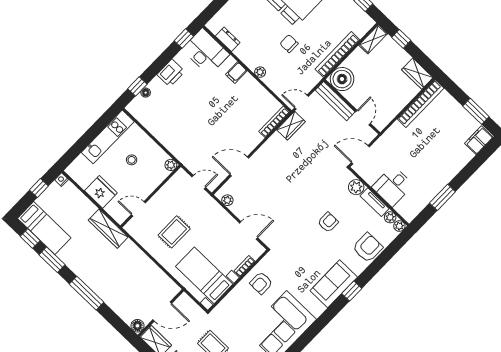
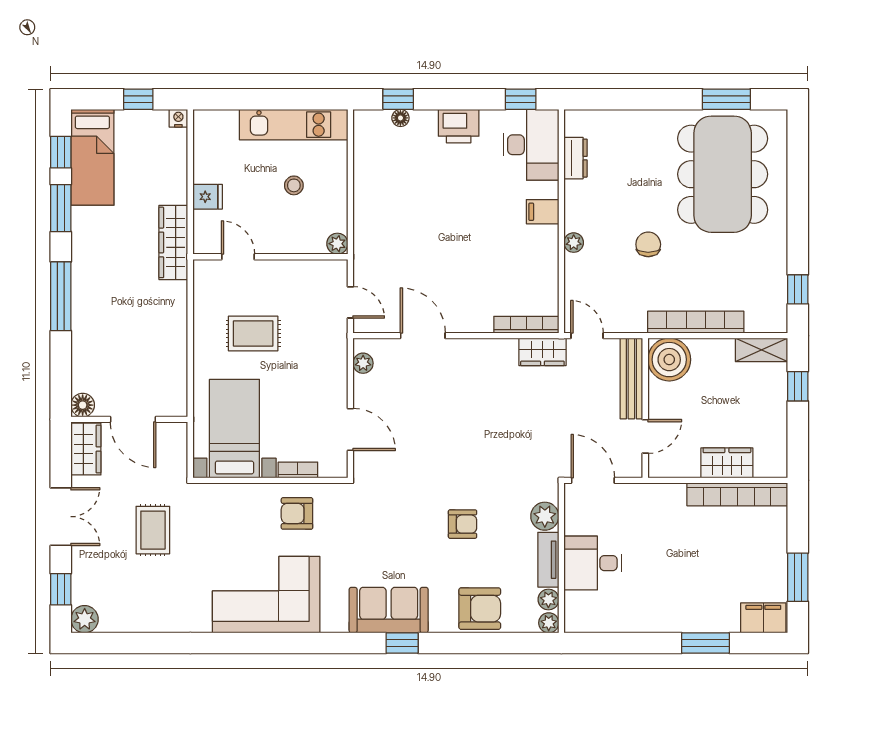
wardrobe: (417, 74) -> (727, 463), moved, turned 90
fridge: (101, 192) -> (208, 197), width x0.53, depth x0.75
window: (442, 197) -> (705, 643), moved

